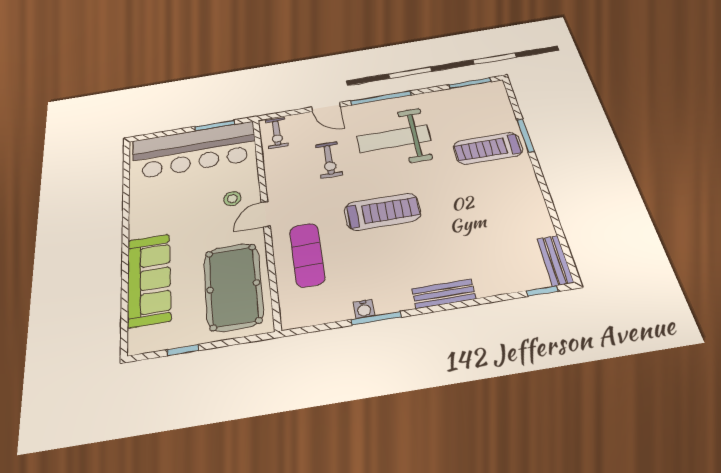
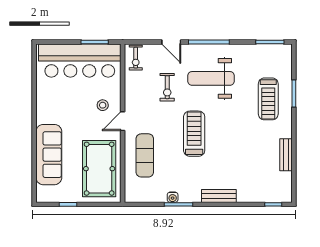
treadmill: (488, 148) -> (268, 99), turned -90
treadmill: (382, 212) -> (194, 134), turned -90
bench: (555, 261) -> (286, 155), moved

